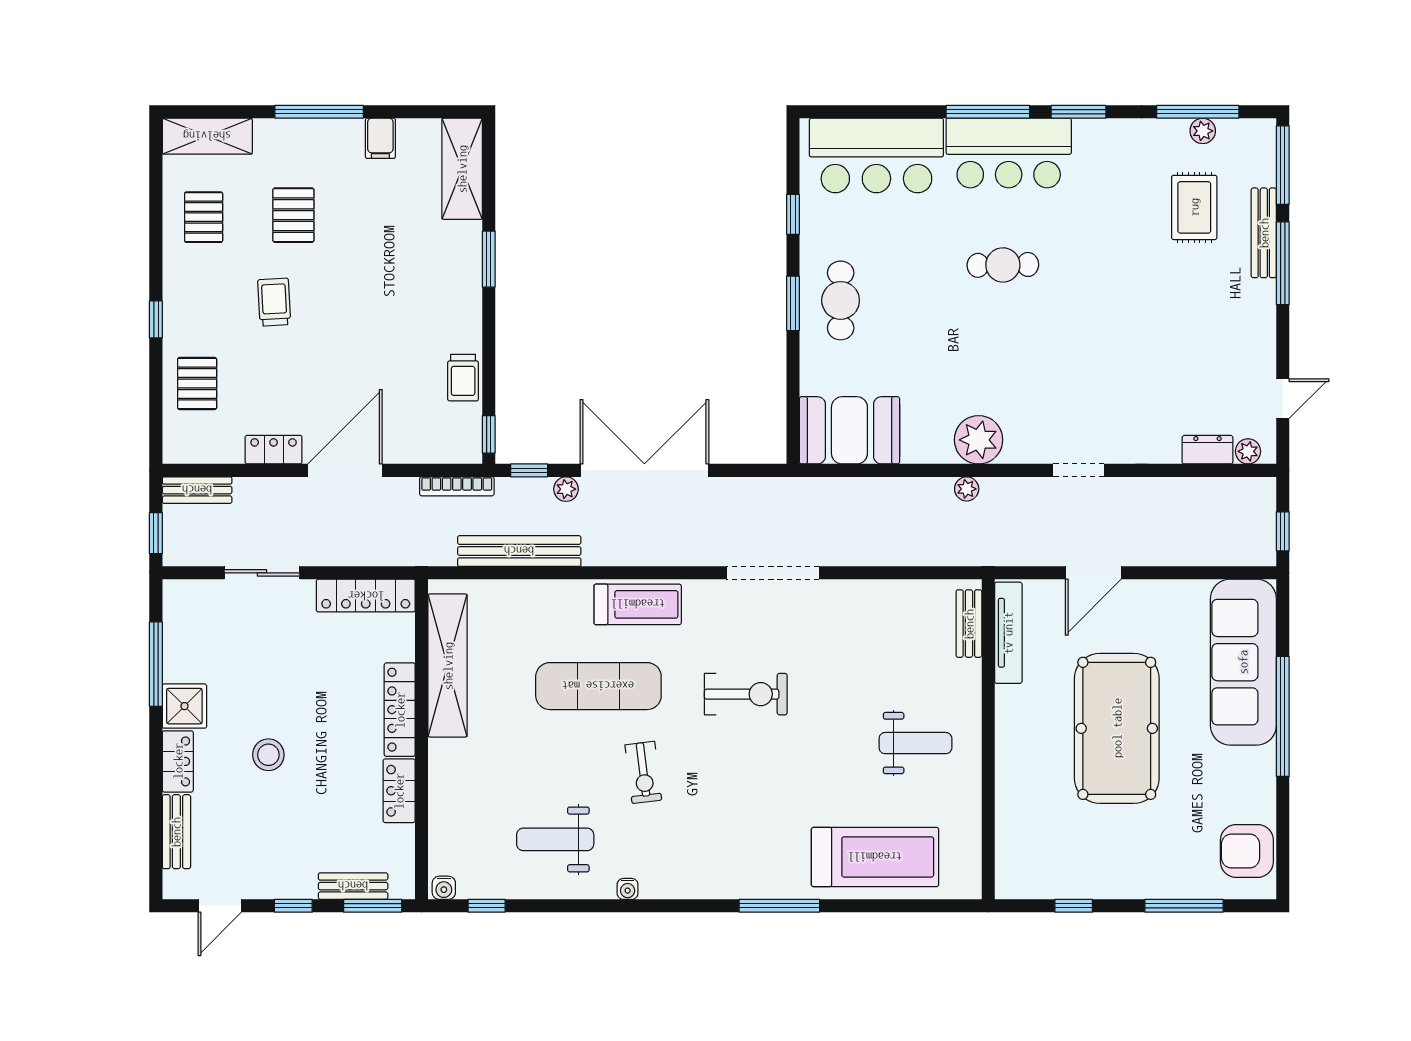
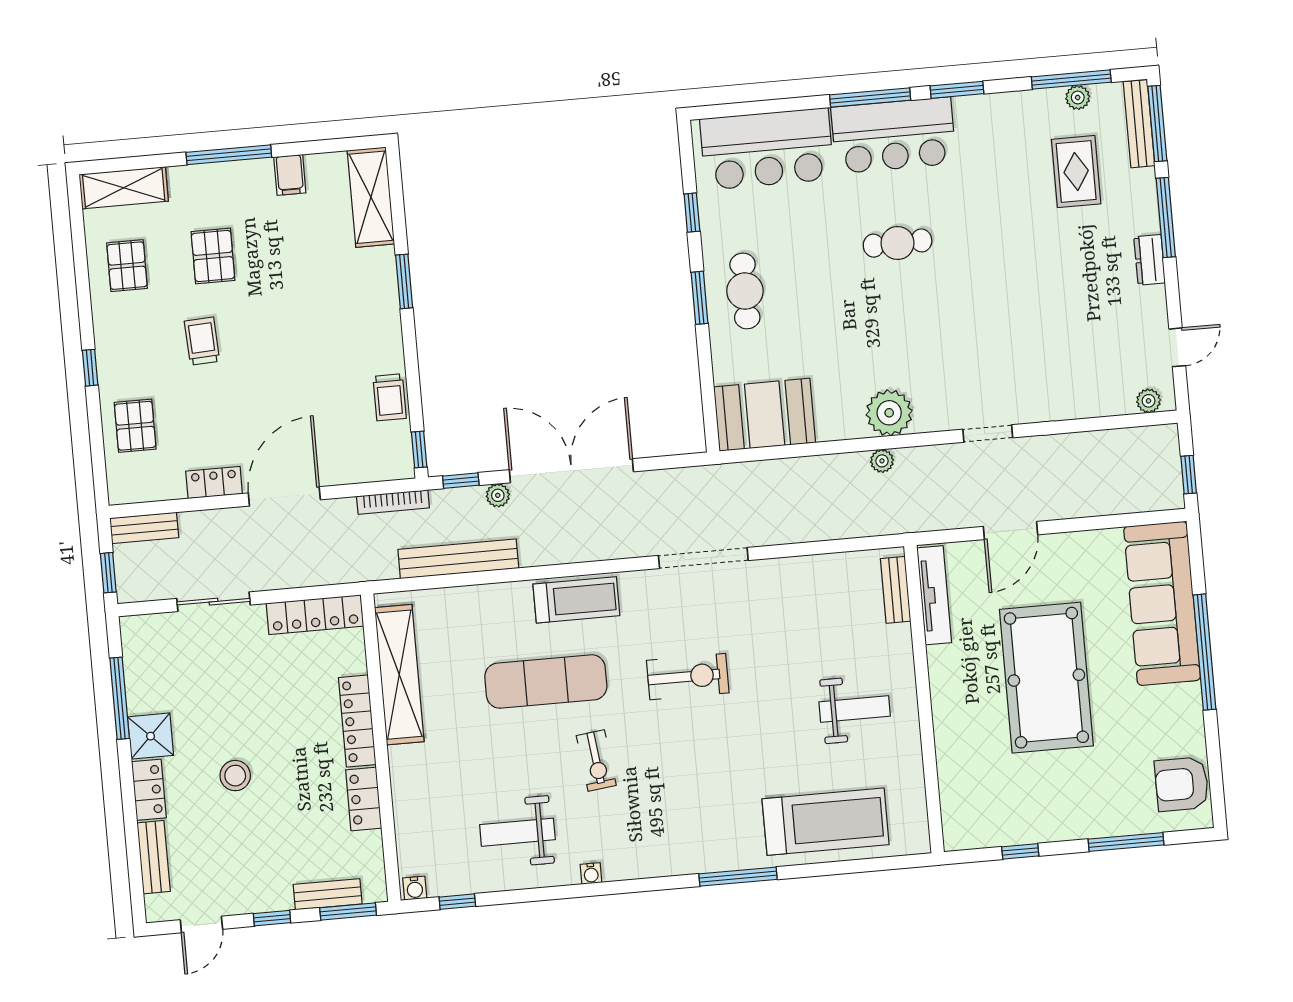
bench: (1264, 233) -> (1139, 124), moved
dresser: (1208, 450) -> (1150, 260), moved, turned -90

